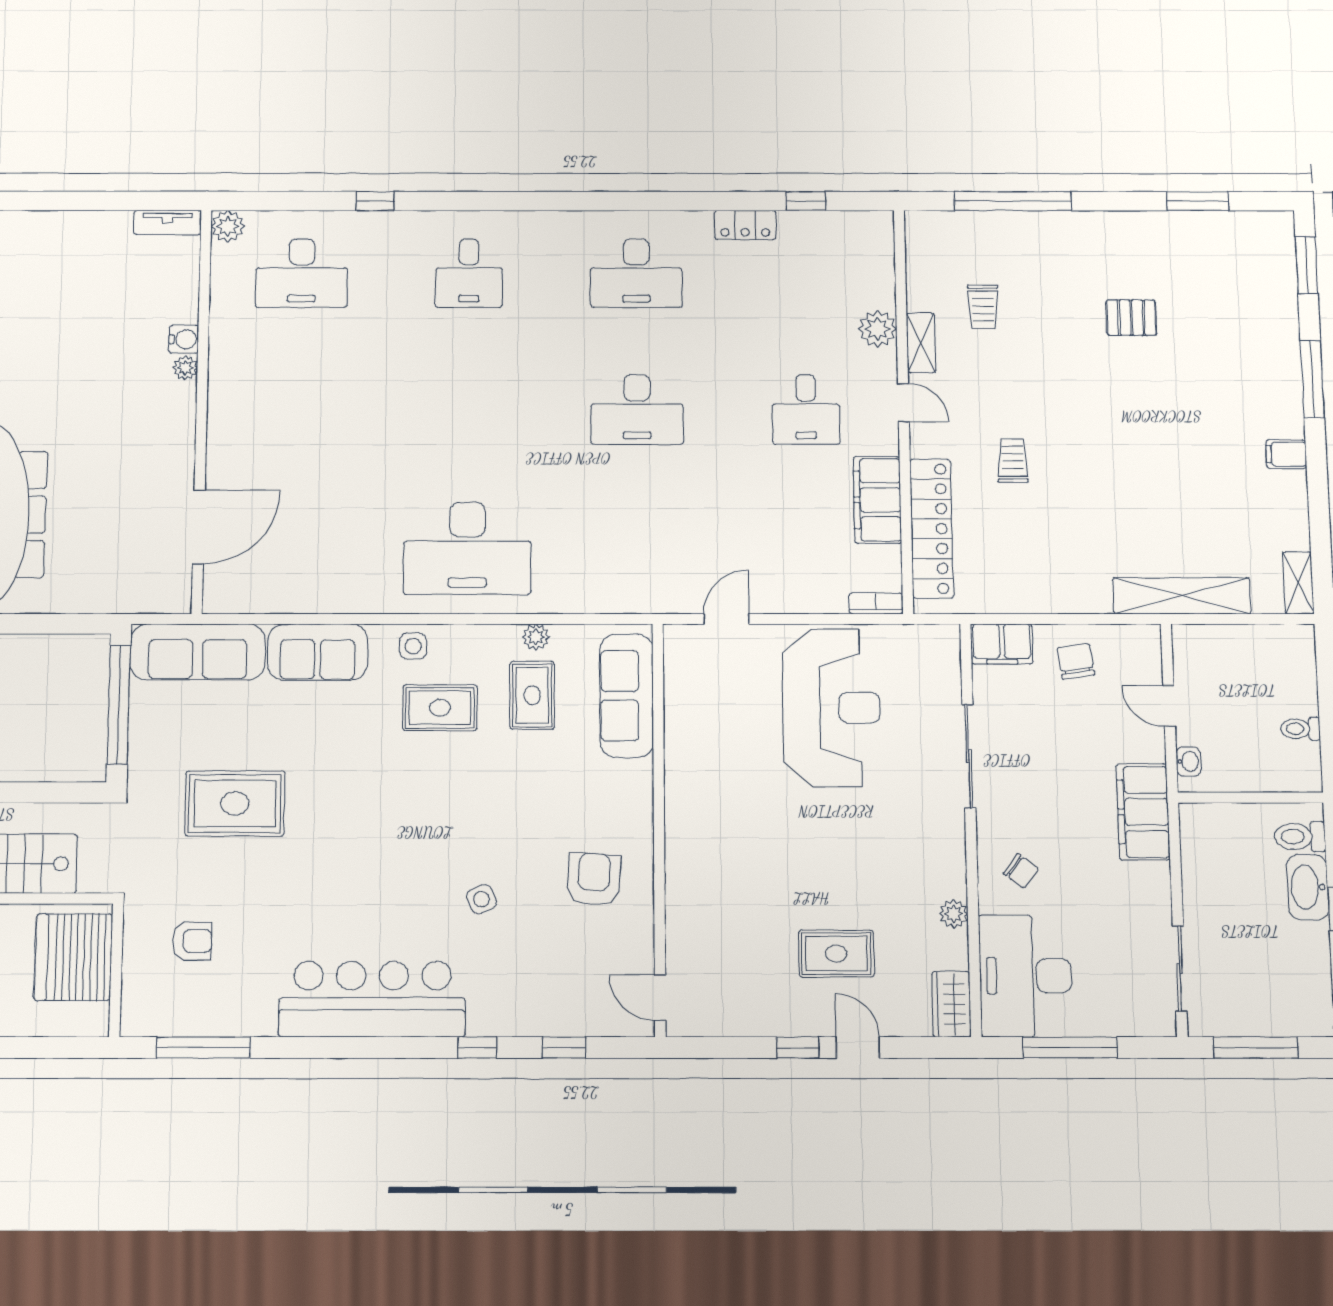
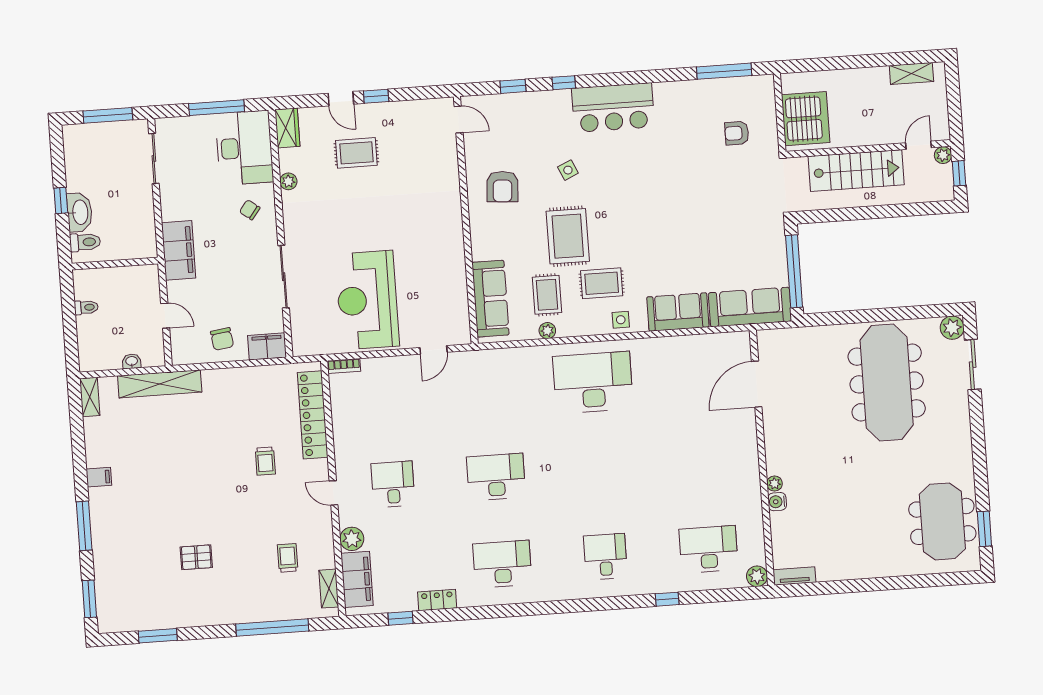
shelving: (921, 343) -> (329, 589), moved
filing cabinet: (877, 500) -> (357, 579), moved
washbasin: (1188, 761) -> (132, 361), moved, turned 90
rug: (235, 803) -> (568, 236), moved, turned 90
bar counter: (372, 999) -> (613, 108), width x0.73

